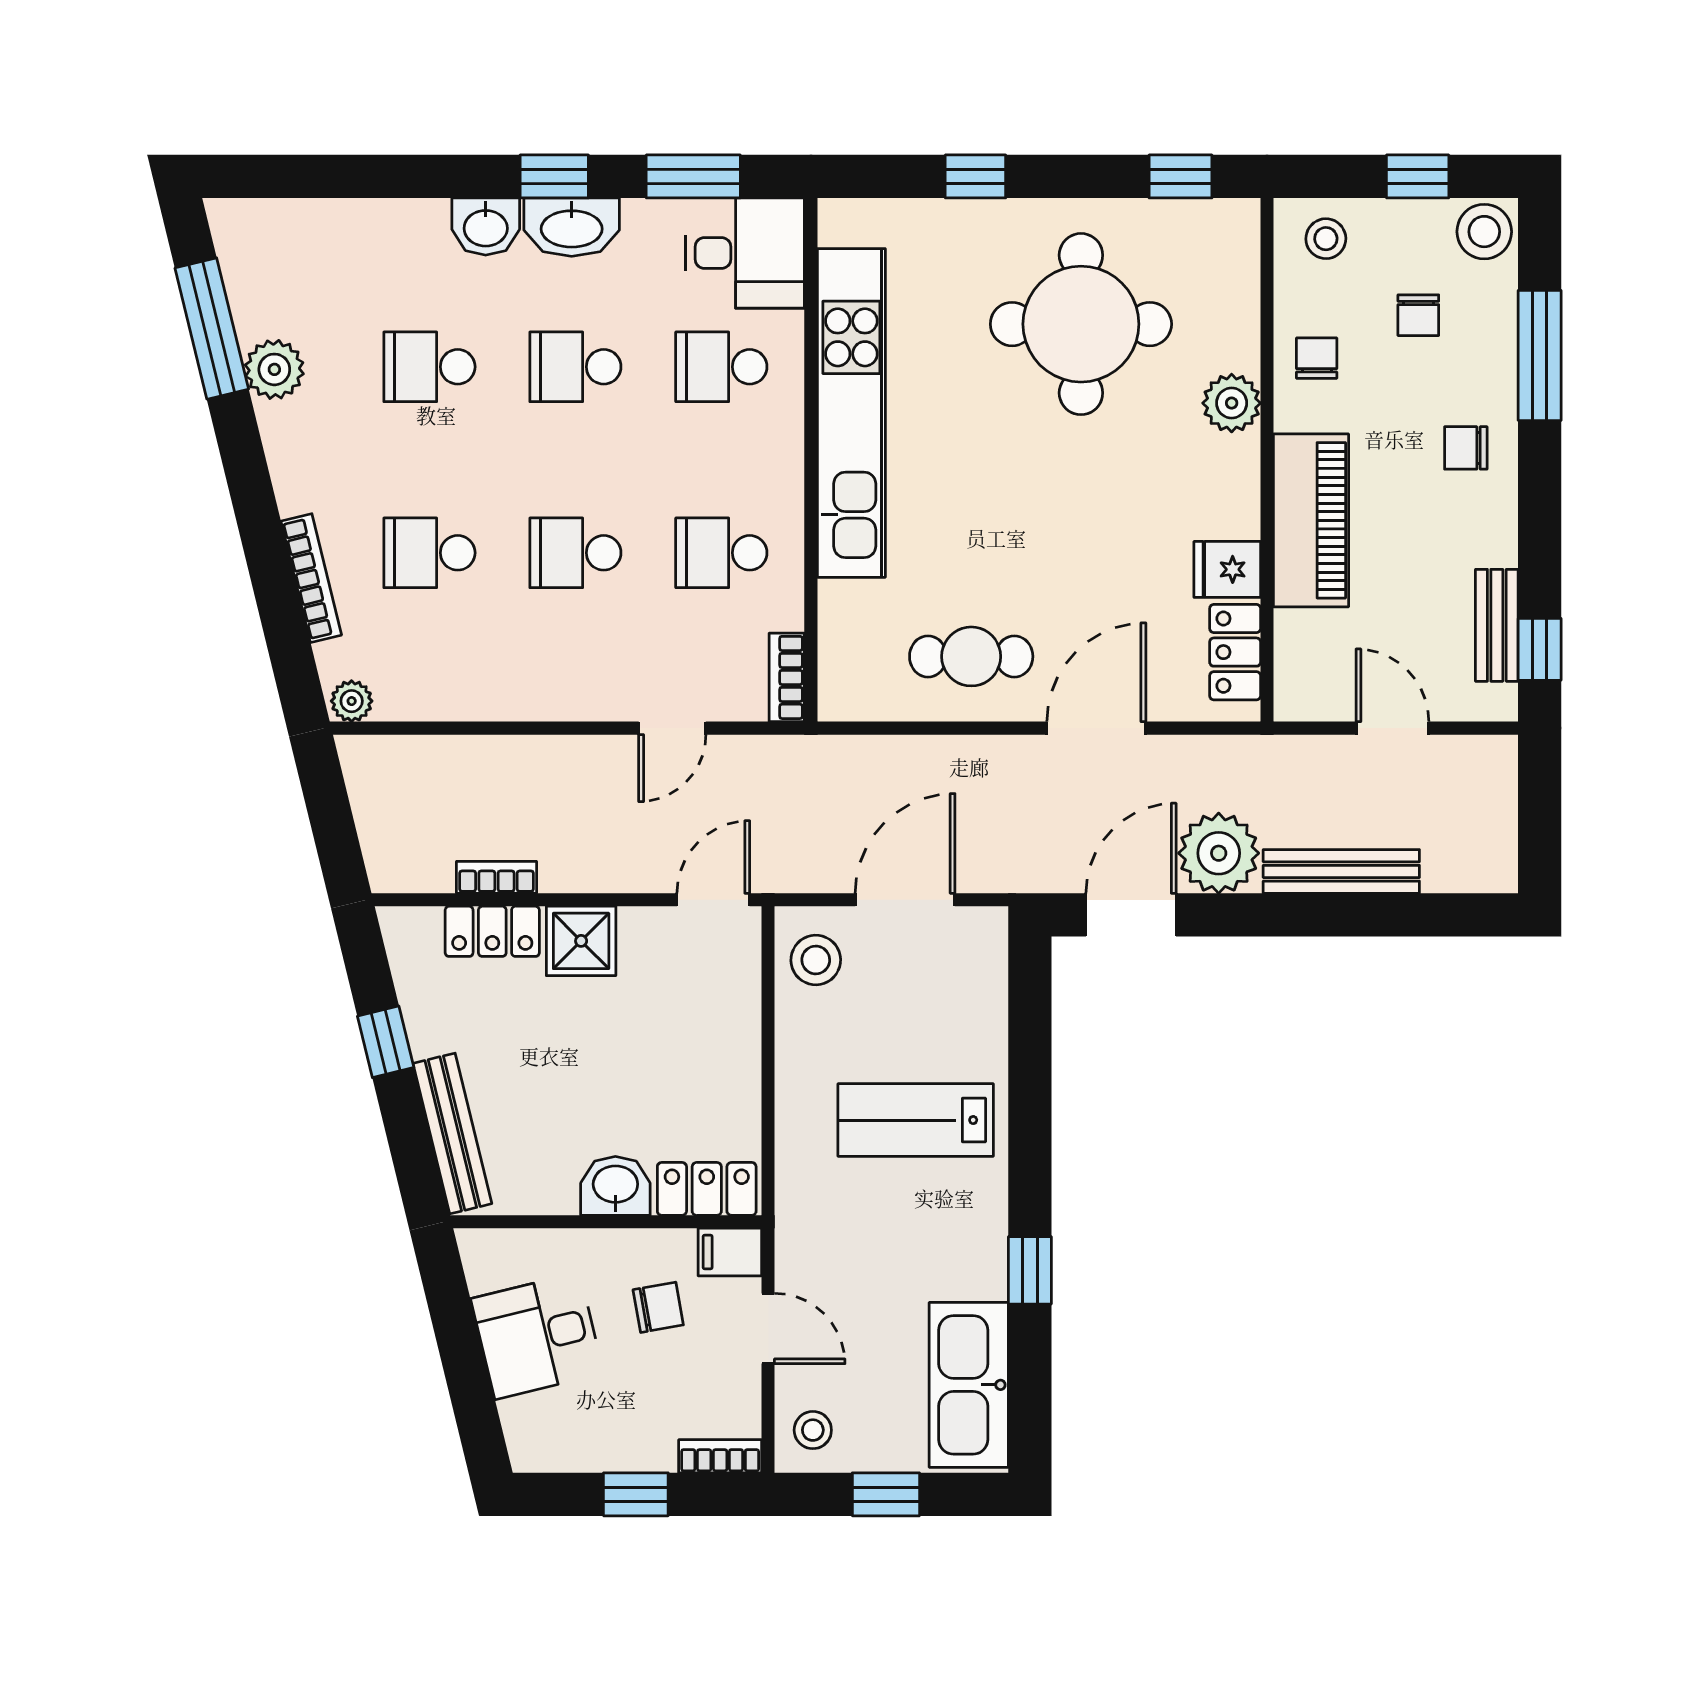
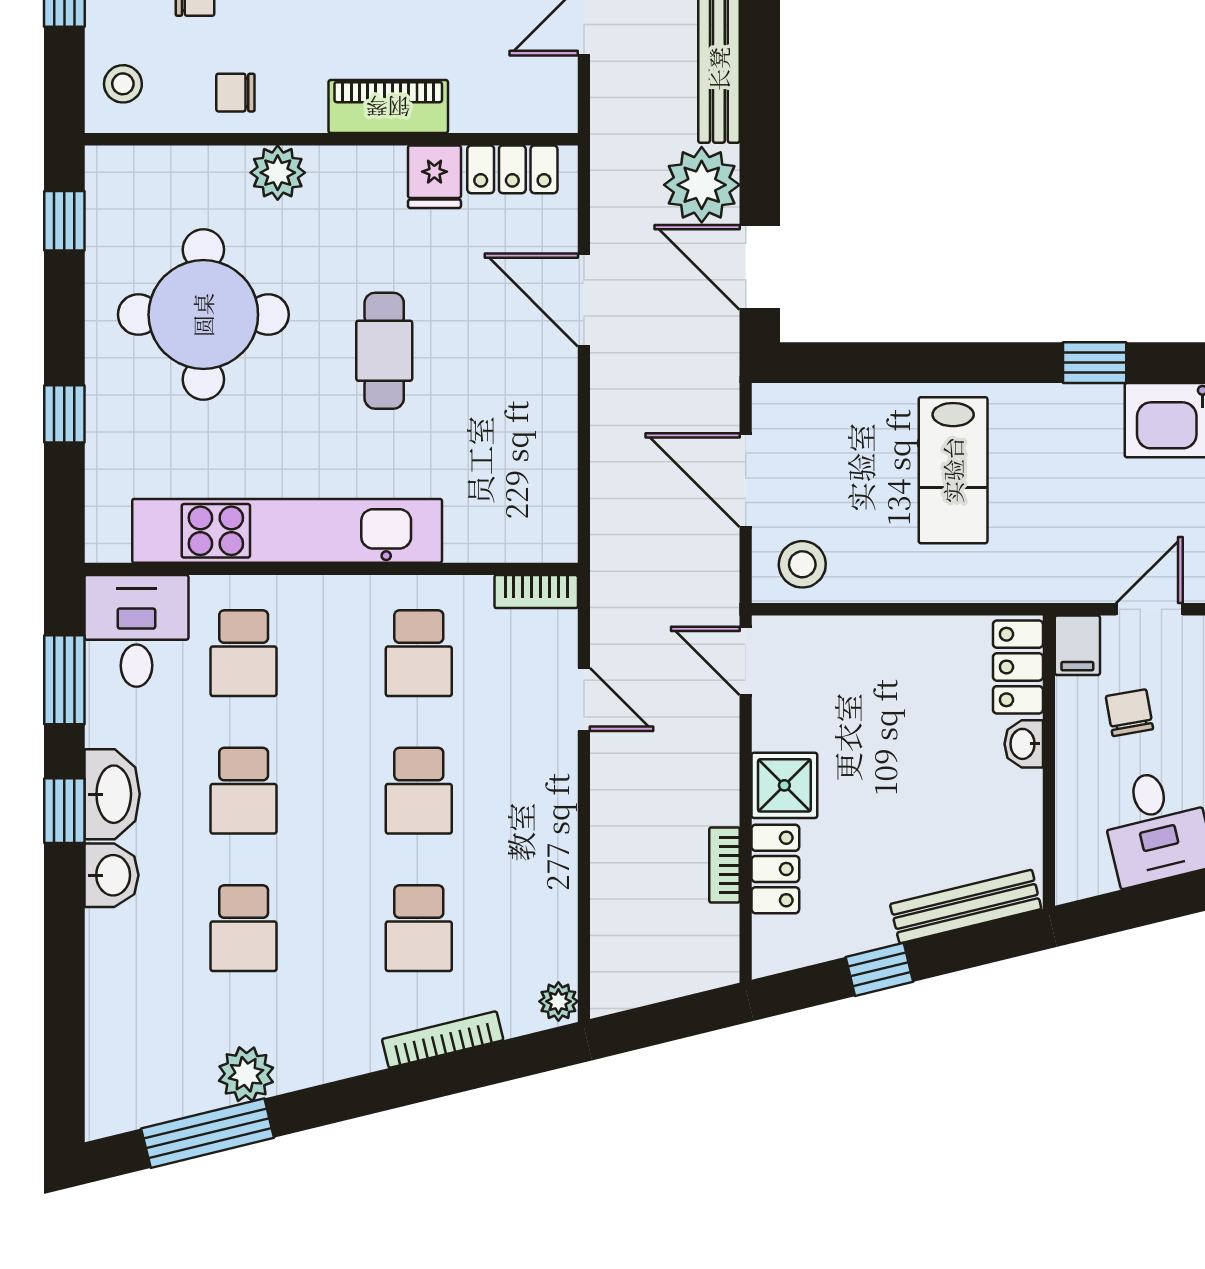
piano: (1311, 520) -> (388, 107), width x0.73, depth x0.75
cafe table: (971, 656) -> (384, 351), moved
washbasin: (615, 1186) -> (1024, 744), width x0.72, depth x0.69

